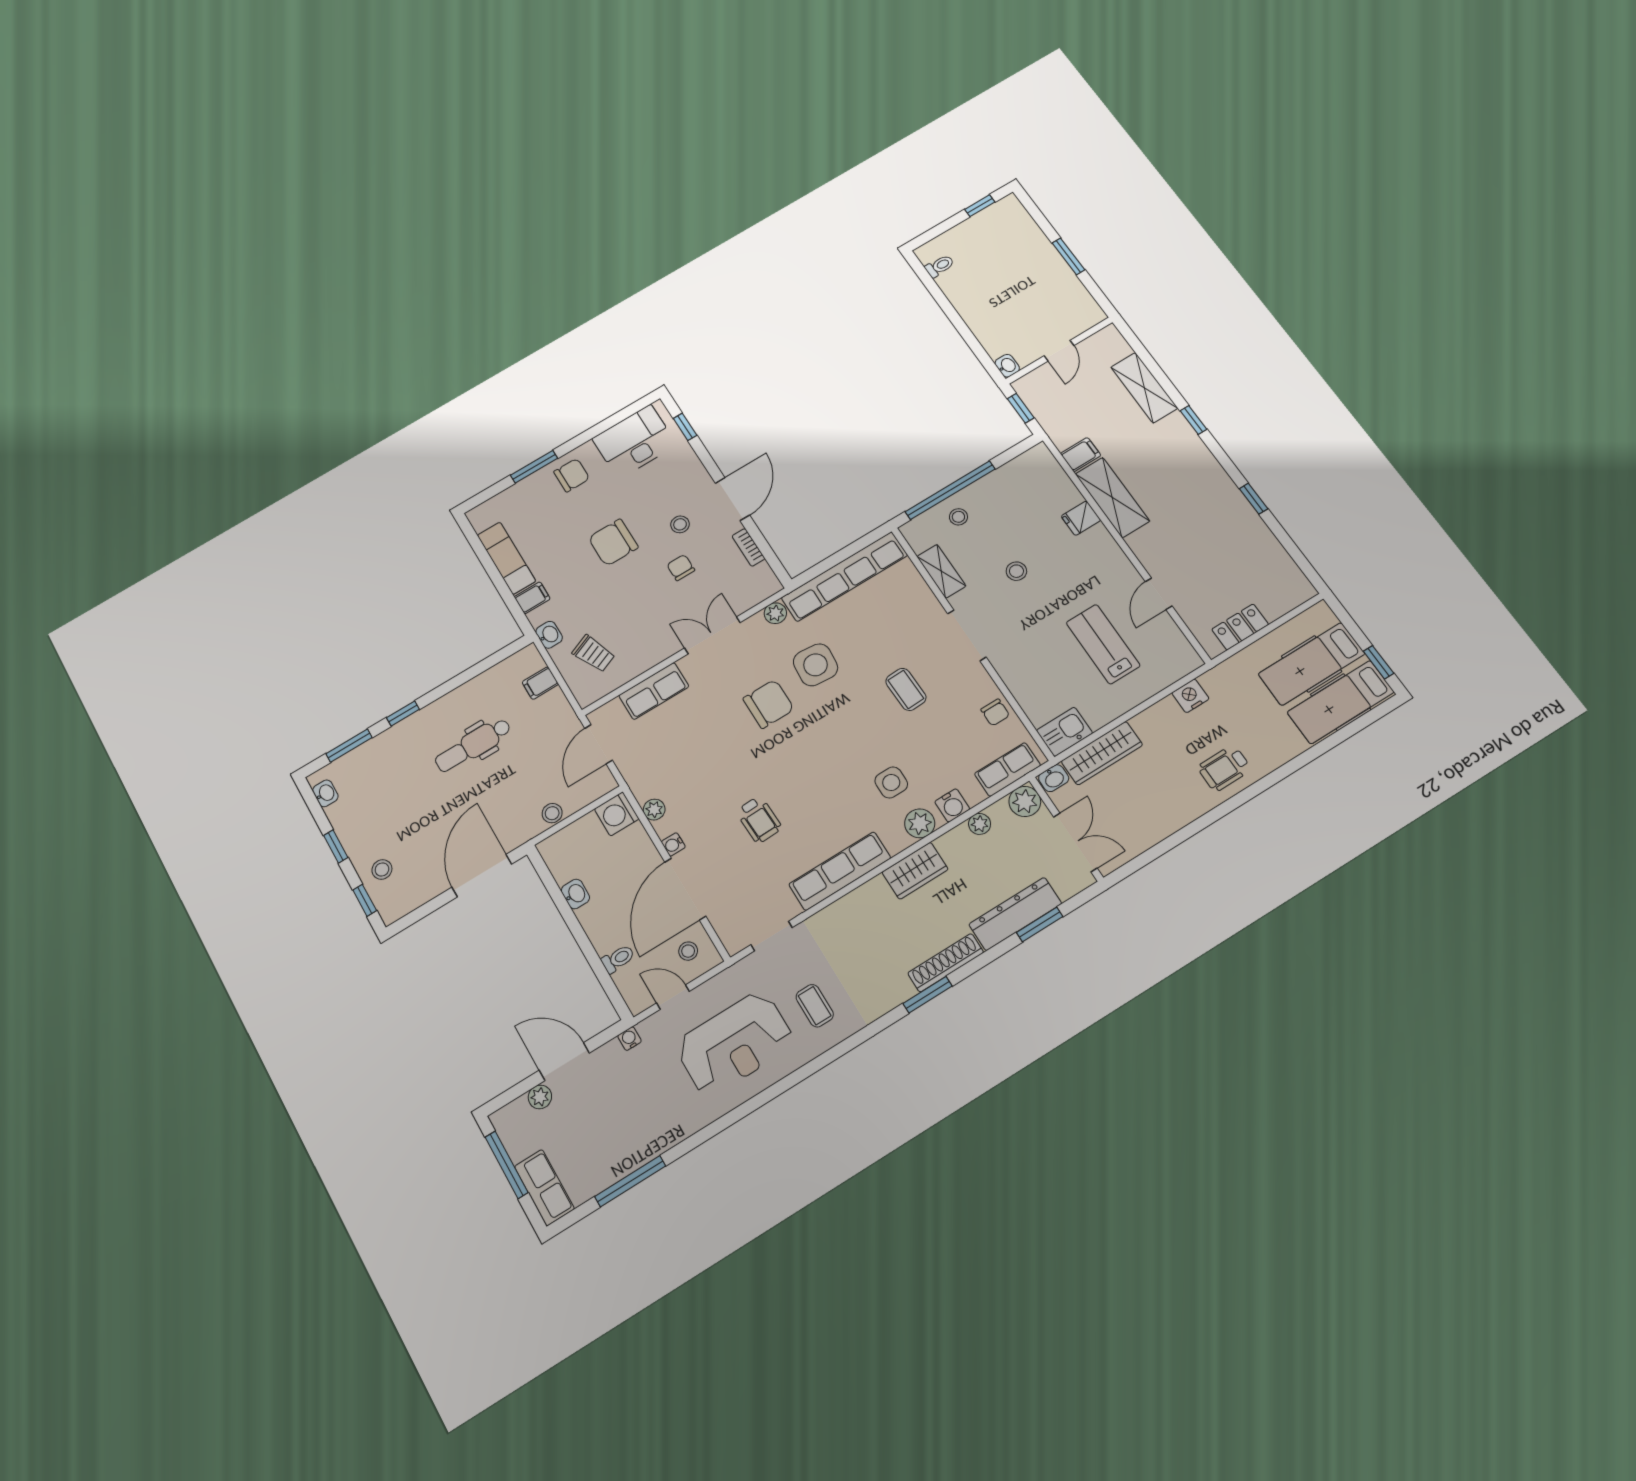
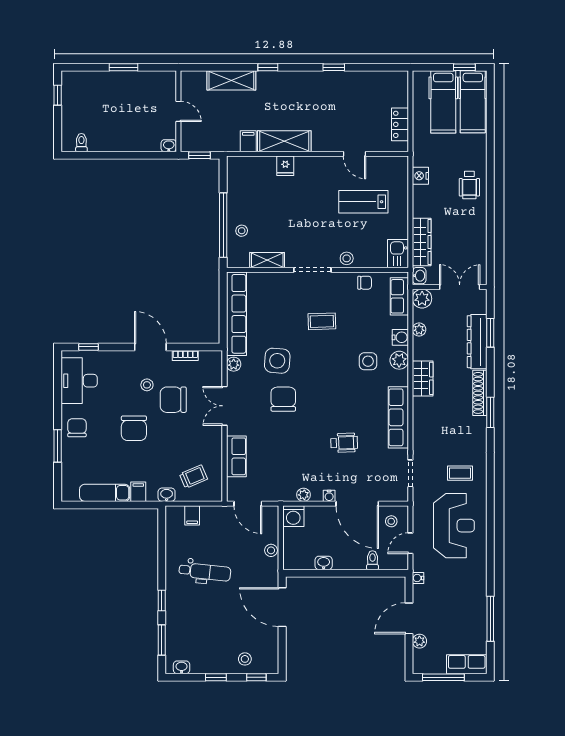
chair: (681, 568) -> (173, 400), width x1.87, depth x1.87
stool: (1016, 571) -> (347, 258), moved
dental chair: (473, 745) -> (205, 572), turned -84

